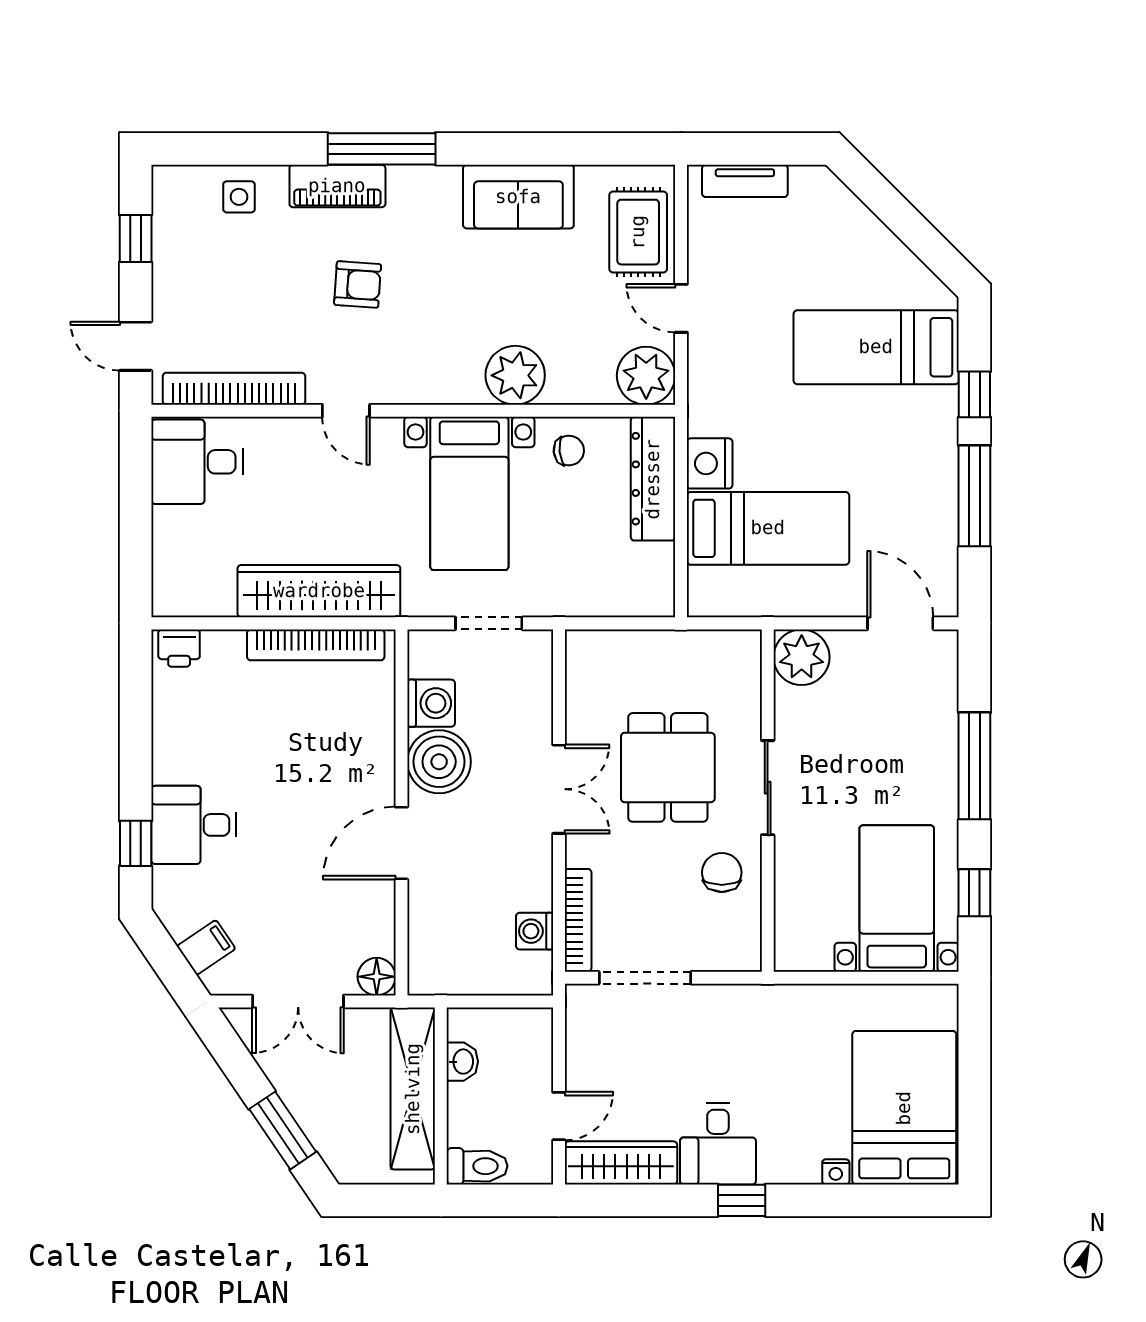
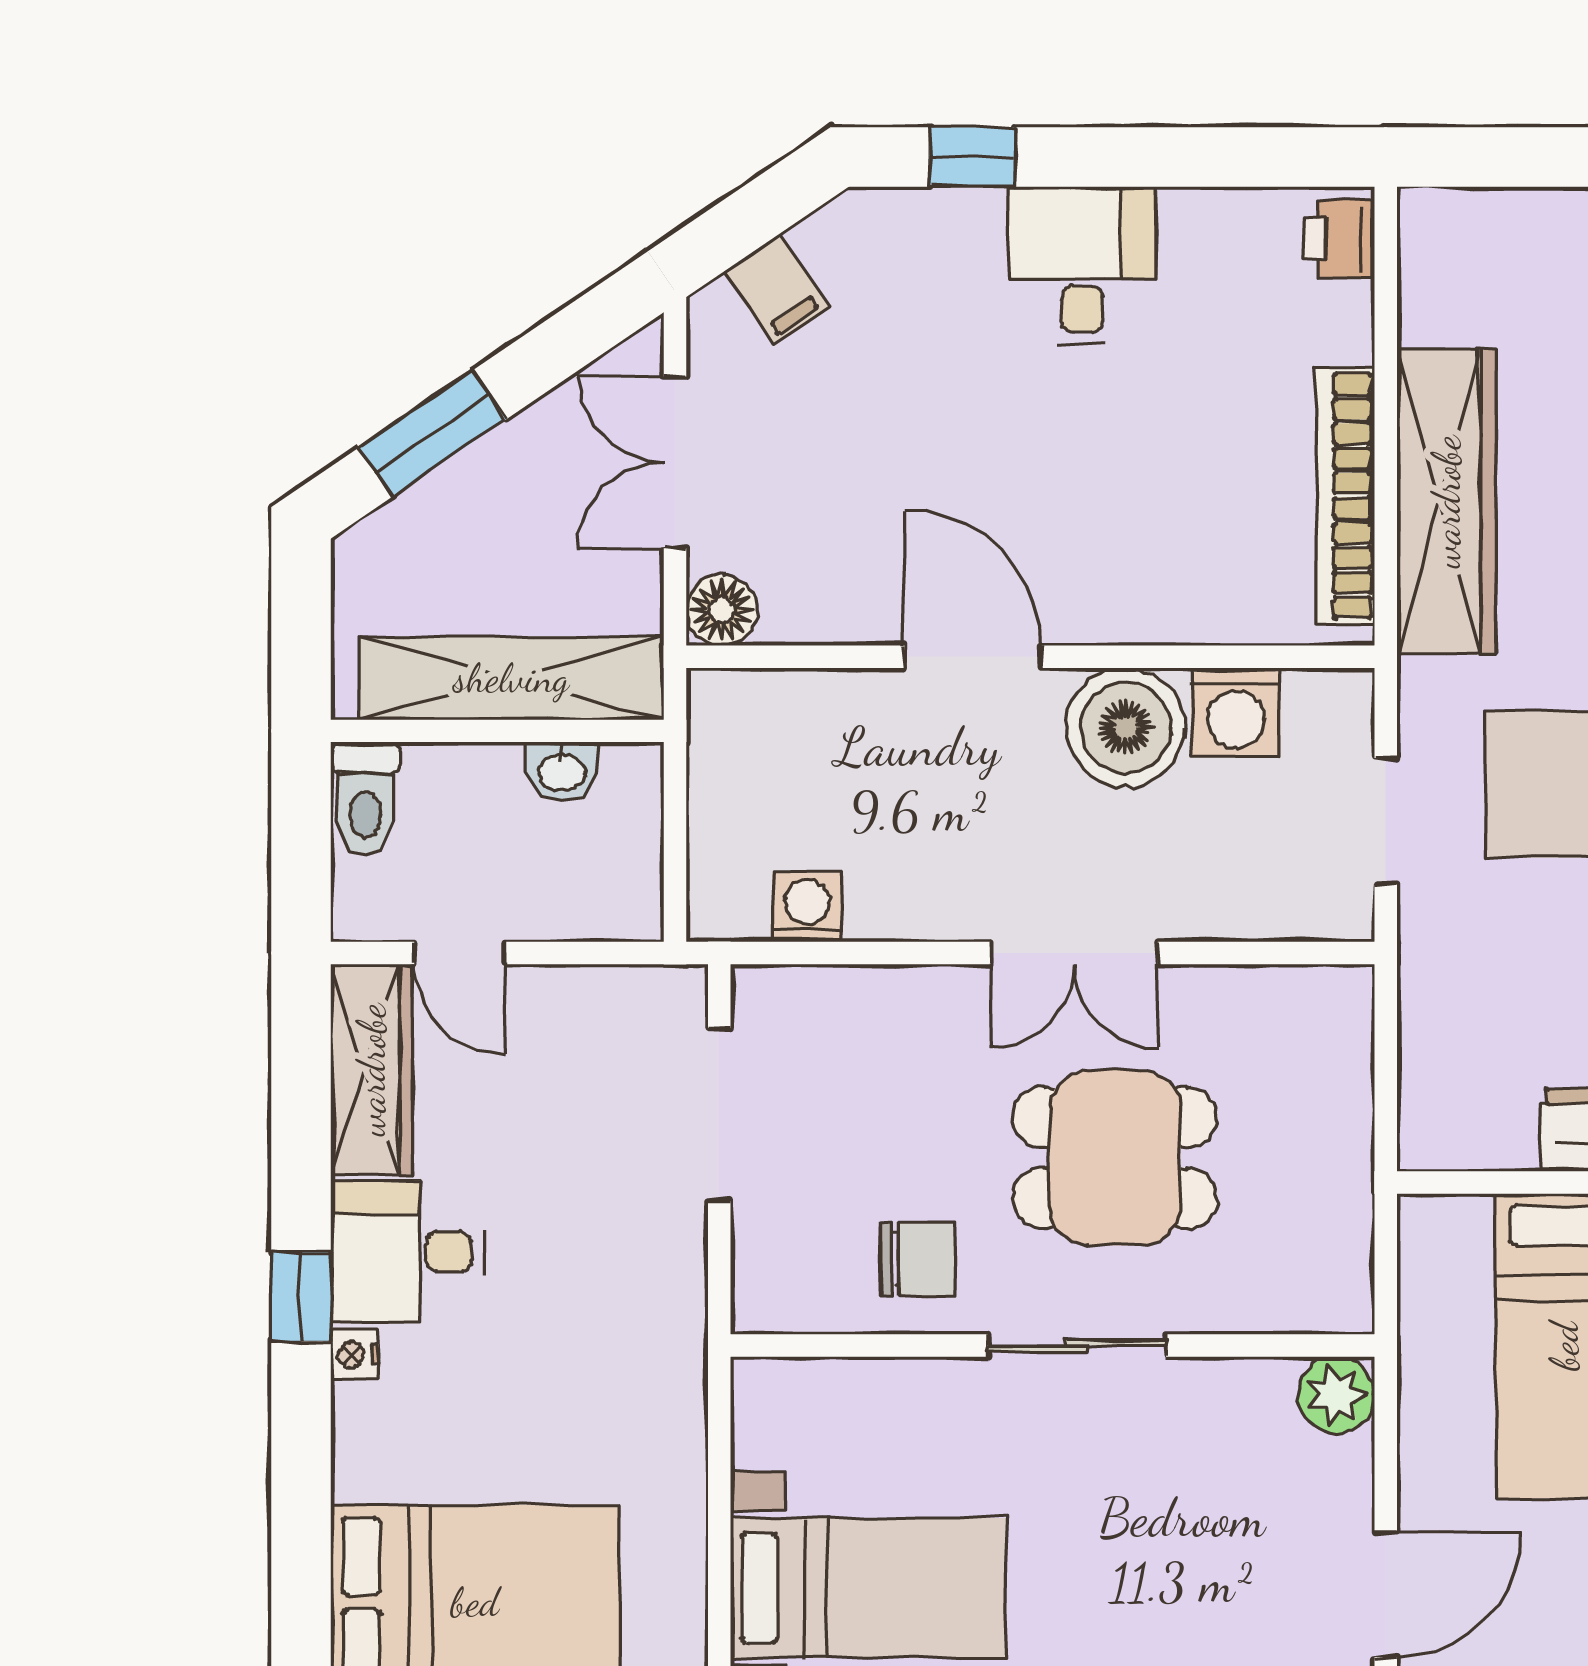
plant: (802, 657) -> (1336, 1395), width x0.73, depth x0.73
desk: (194, 825) -> (1082, 266), moved
bookcase: (578, 920) -> (827, 989), removed
nightstand: (836, 1172) -> (355, 1354), moved

